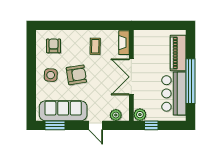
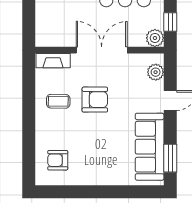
side table: (51, 75) -> (99, 164), removed
armchair: (76, 75) -> (95, 100), moved, turned 99
double door: (131, 77) -> (102, 50), swing flipped

